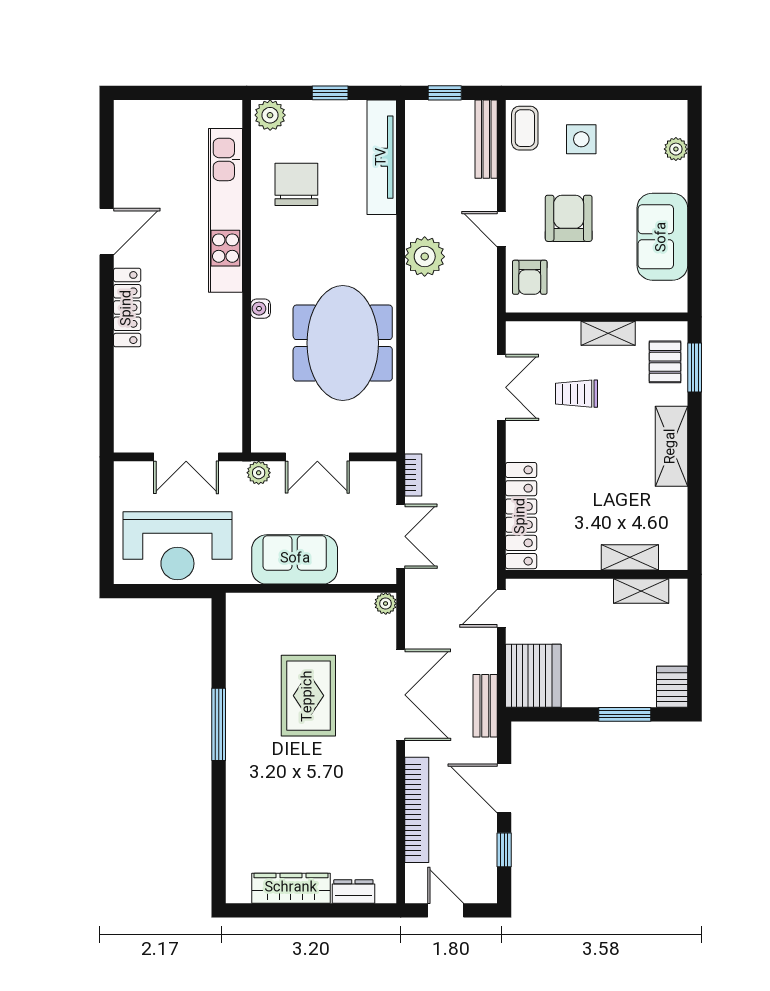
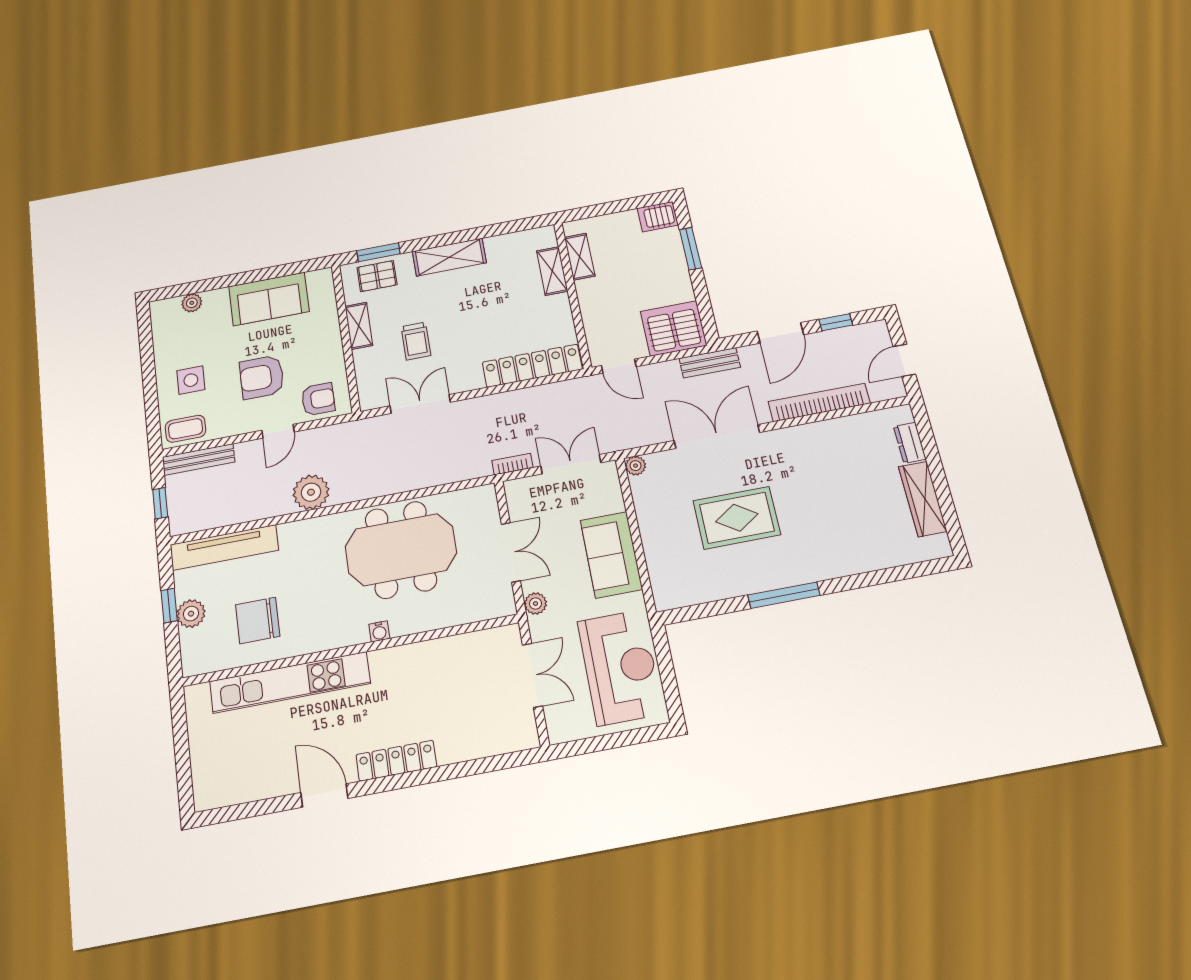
plant: (270, 115) -> (191, 614), moved

